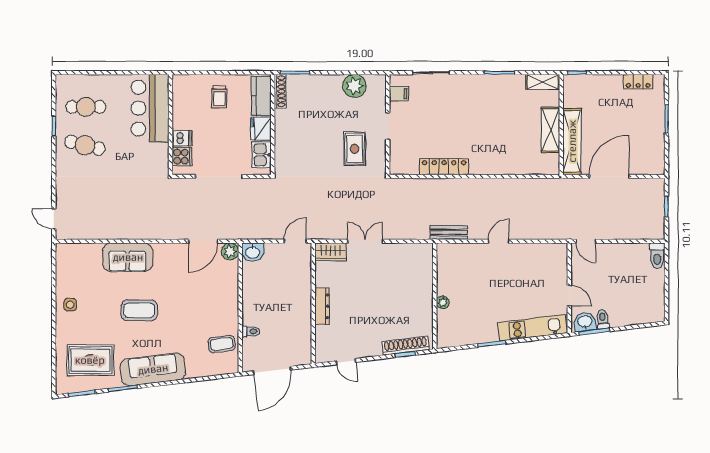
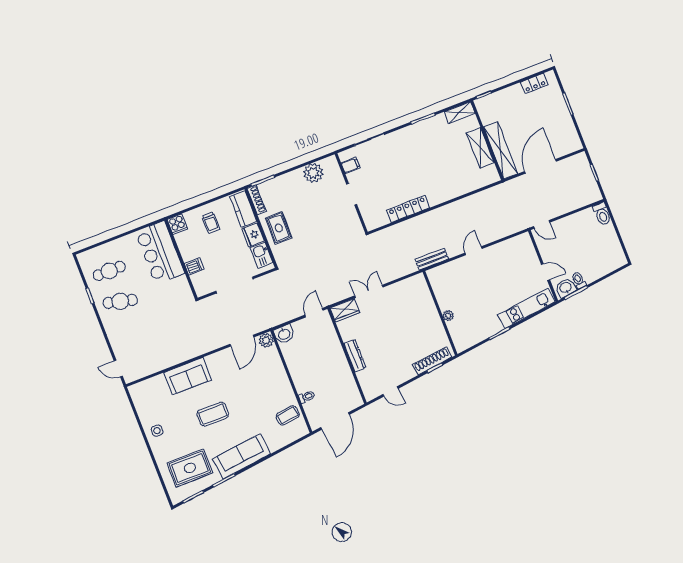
rug: (355, 149) -> (279, 228), moved
cooker: (182, 157) -> (177, 224), moved, turned 90

